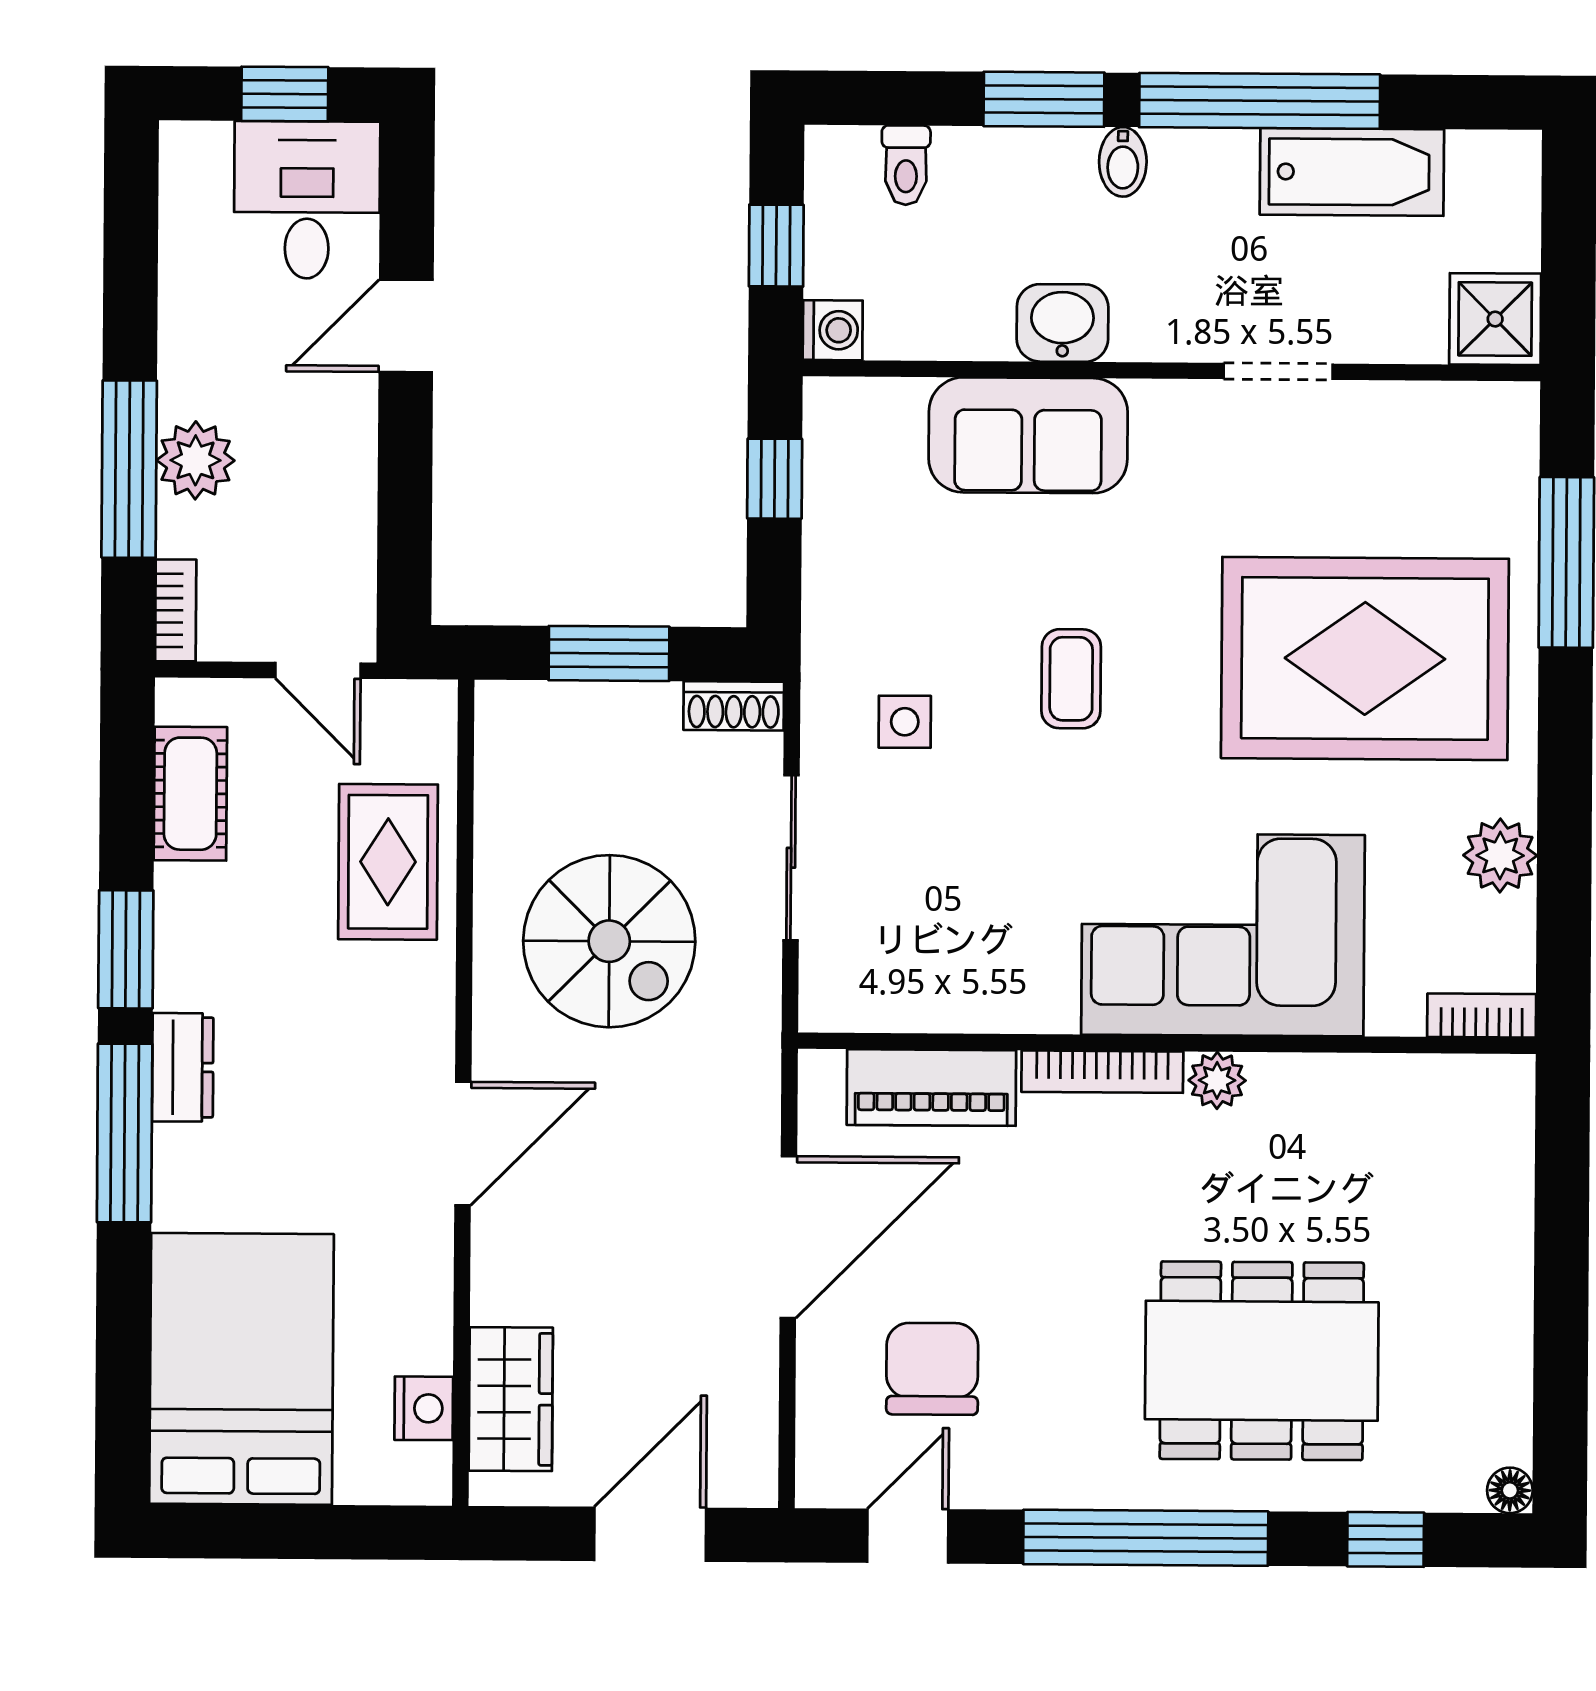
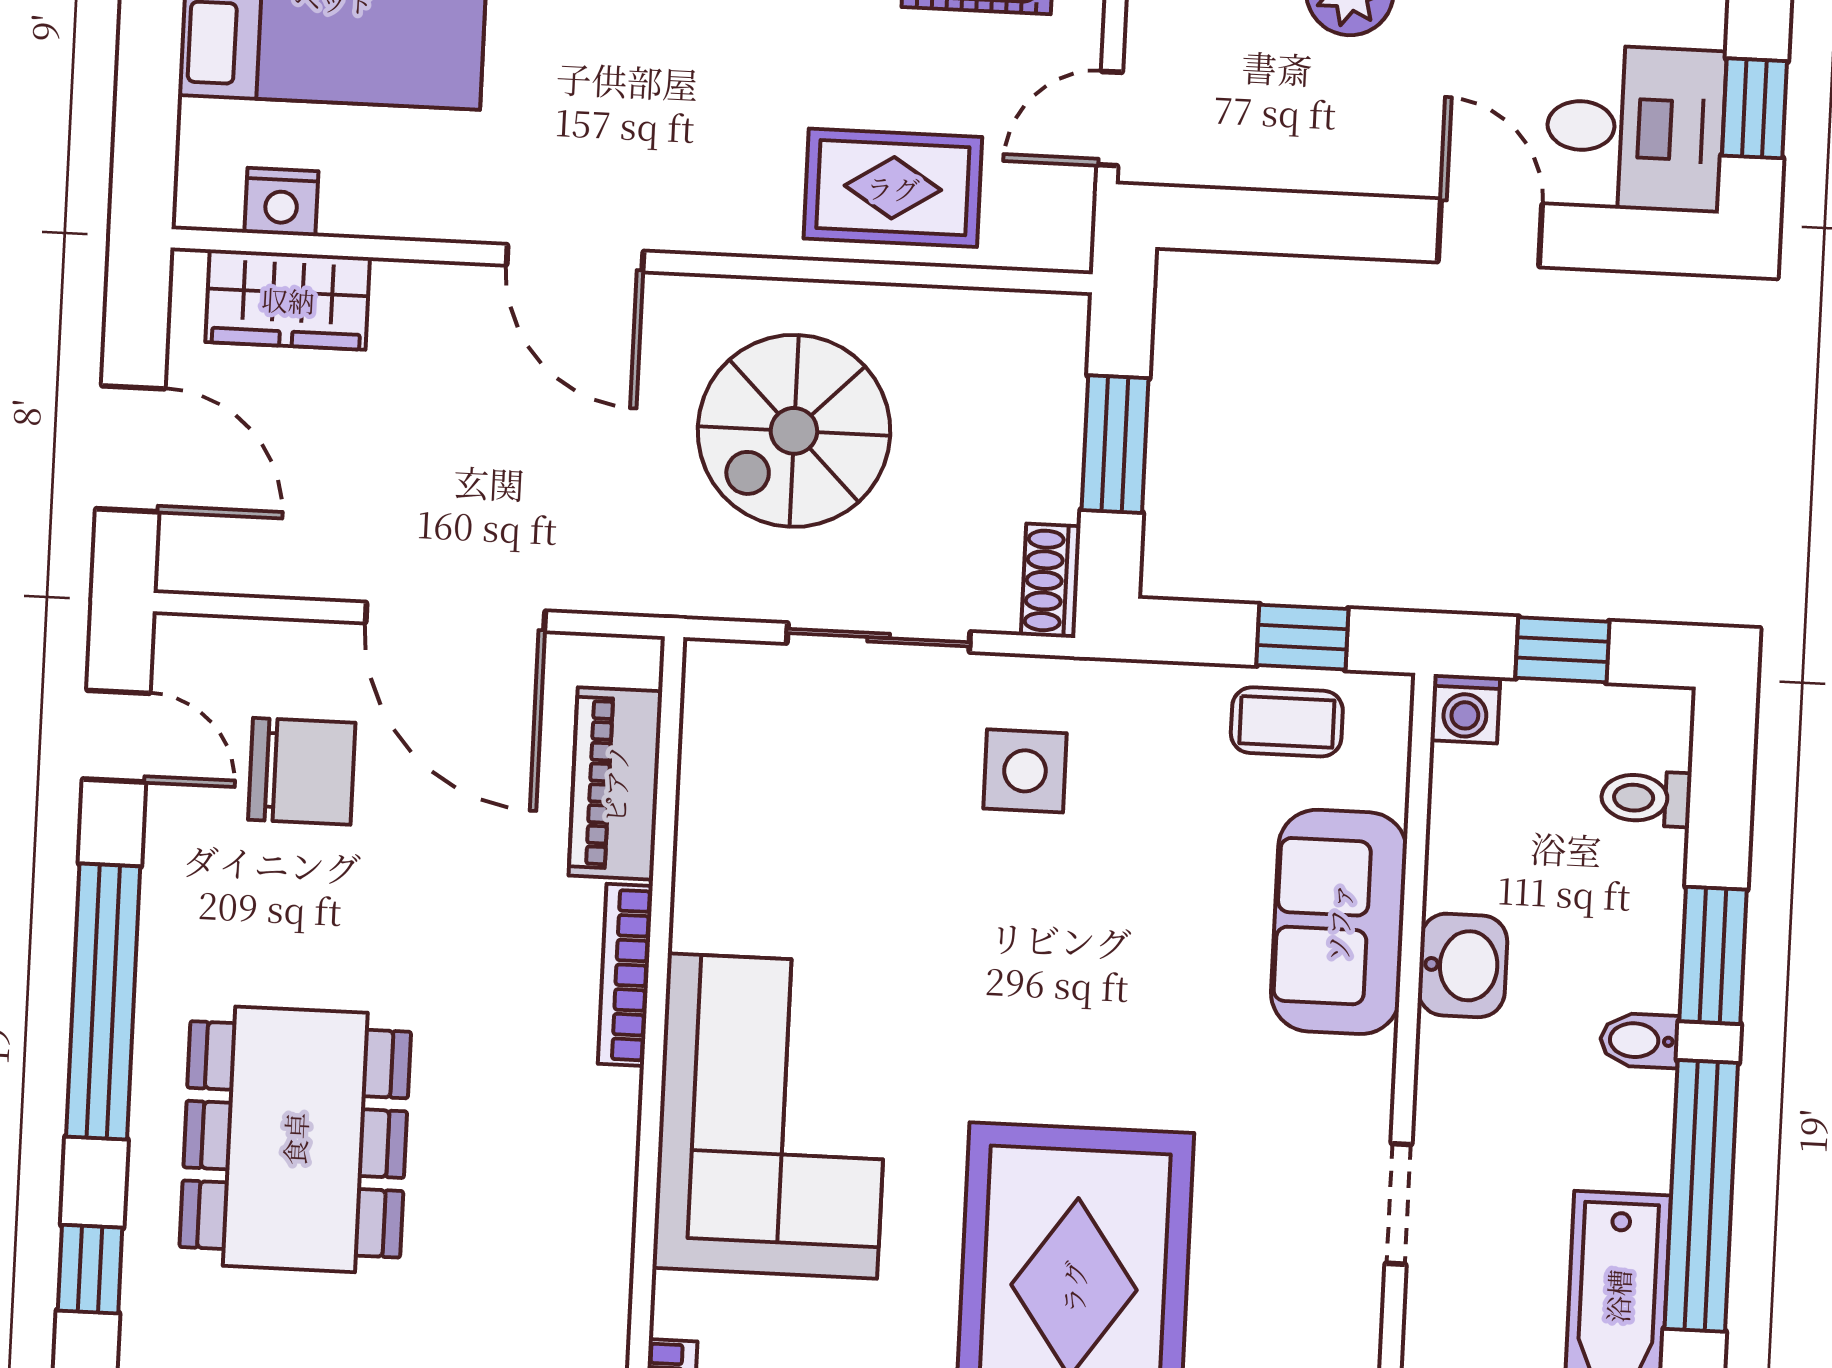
coffee table: (1071, 679) -> (1287, 722), moved
side table: (905, 722) -> (1025, 771), width x1.37, depth x1.37
plant: (1217, 1080) -> (610, 1103), removed

